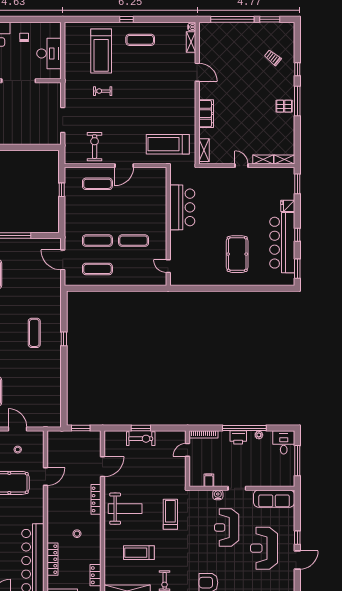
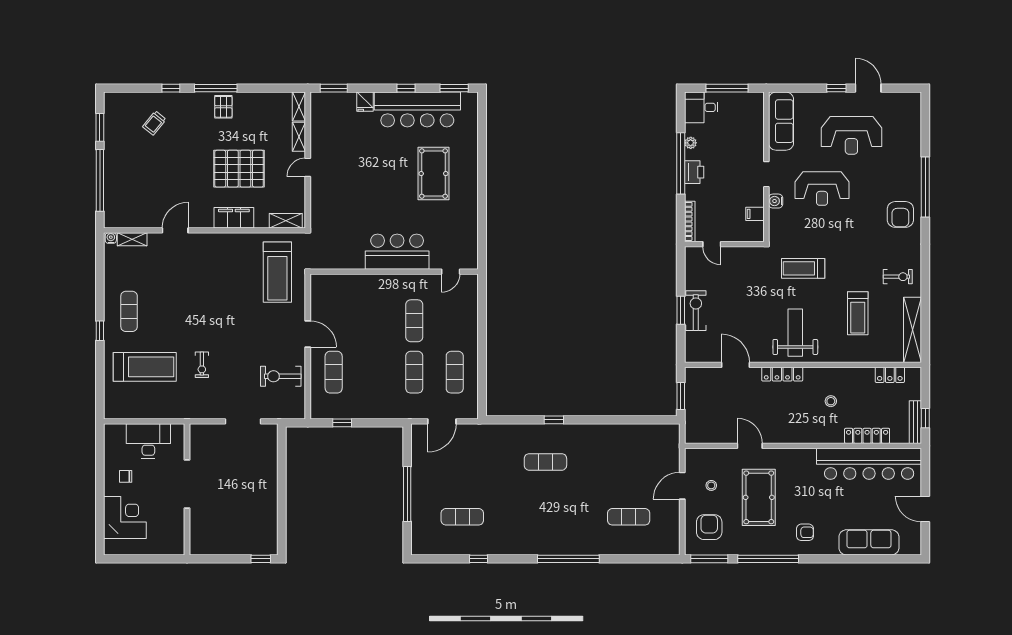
pallet: (241, 117) -> (239, 169), added
bar counter: (182, 207) -> (397, 252), moved
pool table: (237, 254) -> (433, 174), turned 90

